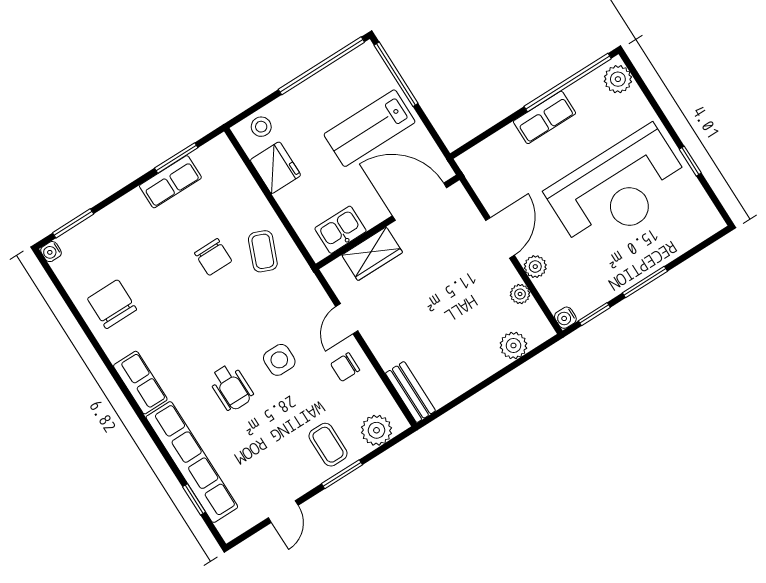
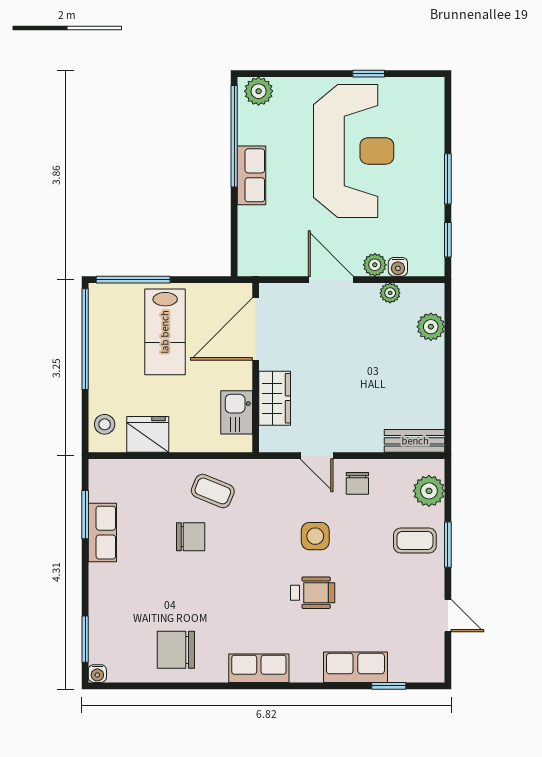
water cooler: (565, 318) -> (398, 267), moved
row of seats: (192, 462) -> (355, 667), width x0.50

